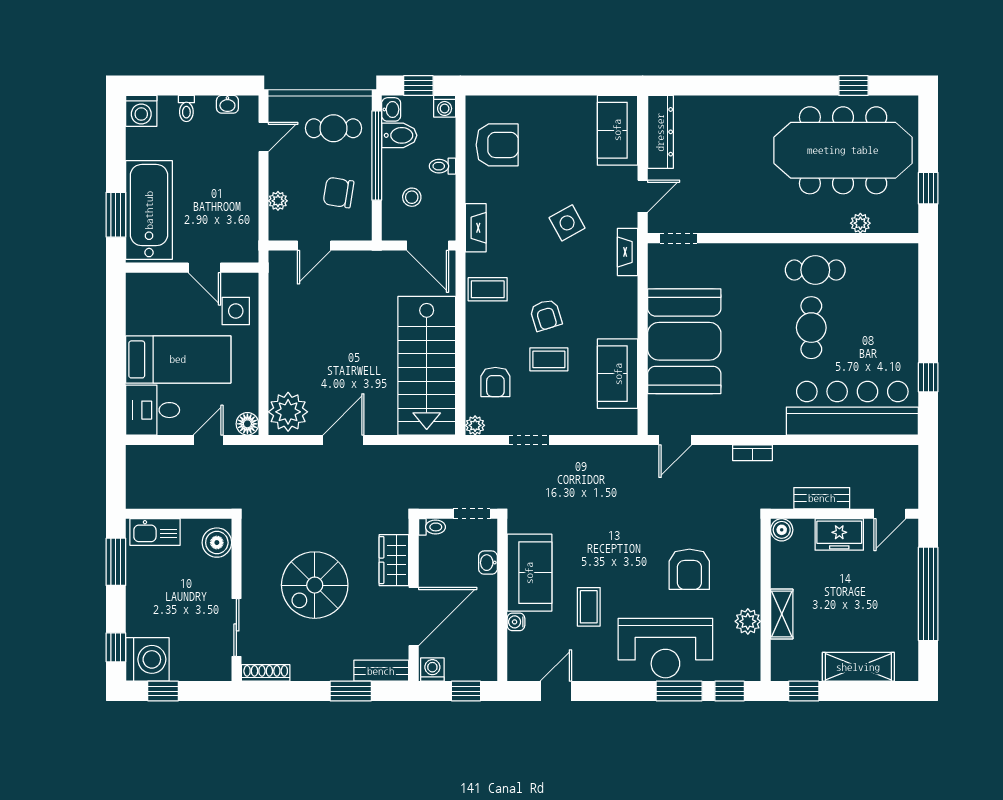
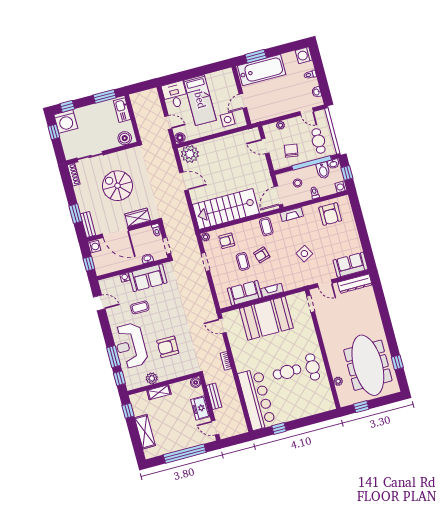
fireplace: (628, 252) -> (272, 290), moved

